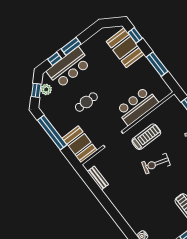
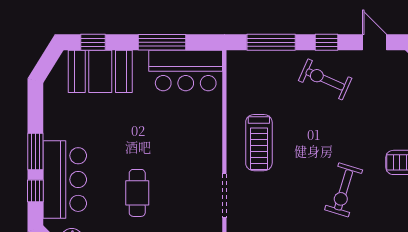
bar counter: (137, 106) -> (186, 70), moved, turned -90
treadmill: (146, 137) -> (259, 143), turned 180
exercise bike: (156, 164) -> (344, 190), moved

